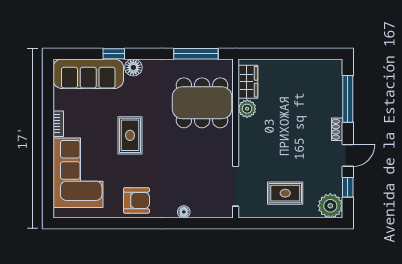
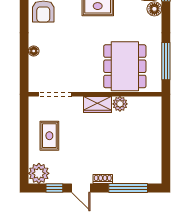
wardrobe: (248, 82) -> (97, 105), moved

